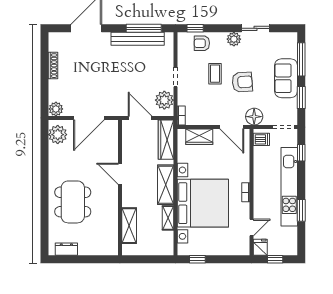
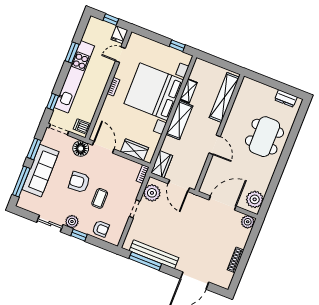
window: (195, 28) -> (79, 235), moved
sofa: (286, 78) -> (41, 171), width x1.36
wardrobe: (166, 140) -> (162, 164), width x0.67
shelving: (129, 226) -> (224, 97), width x1.47

